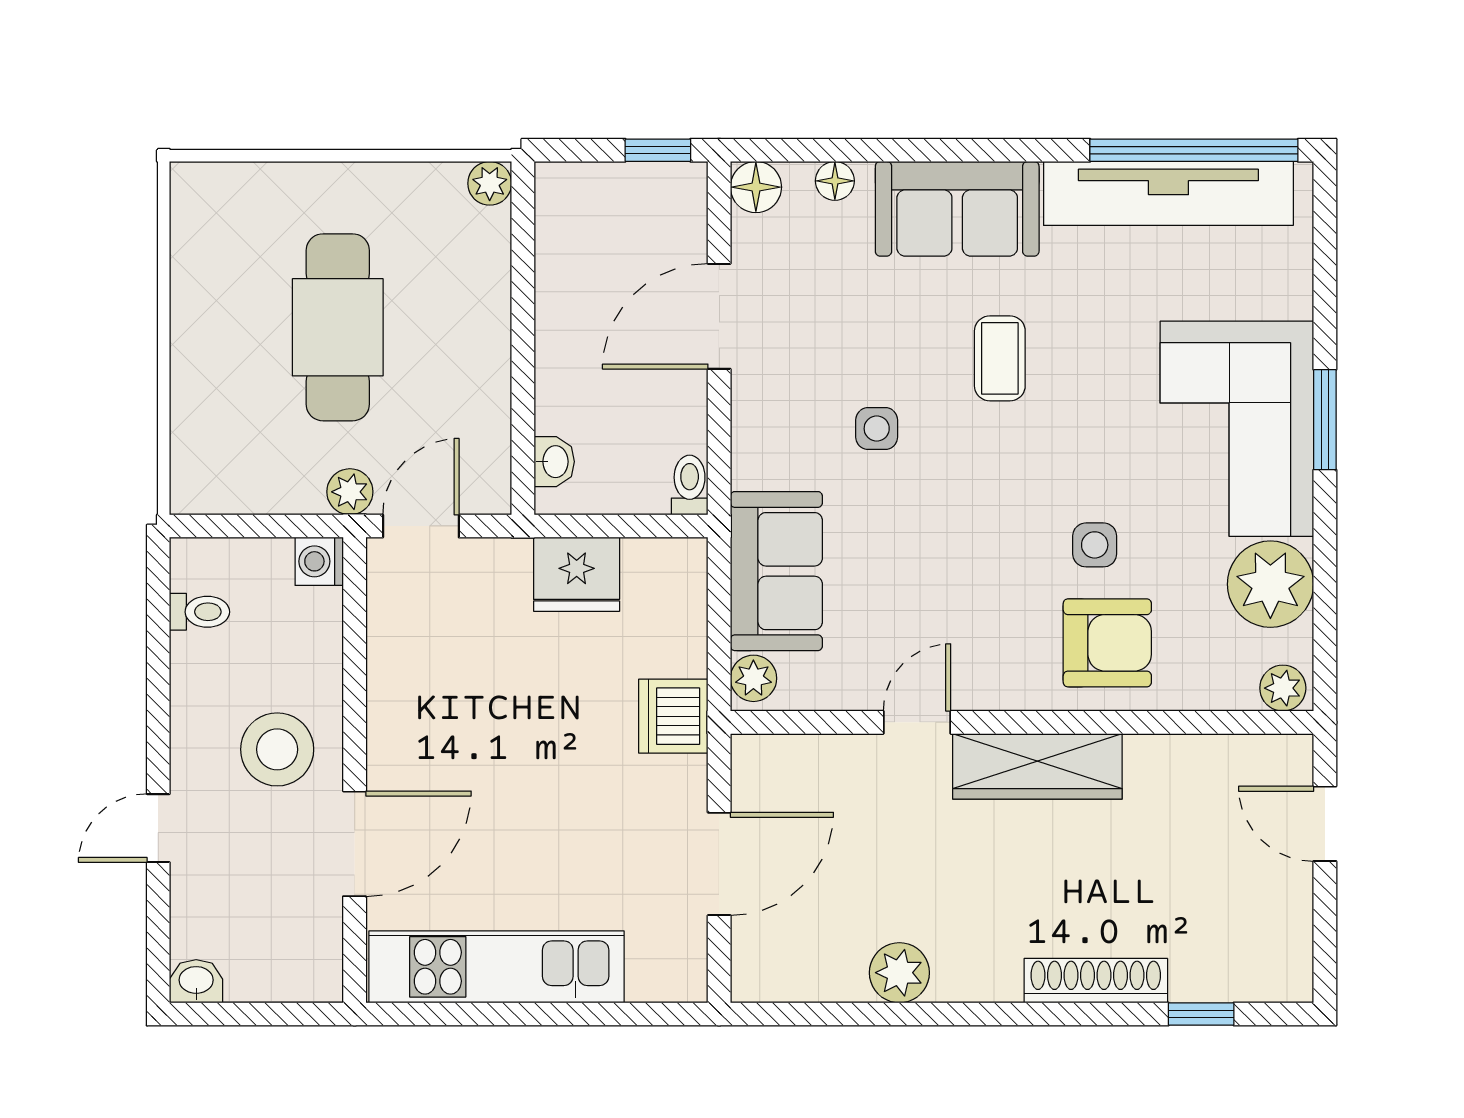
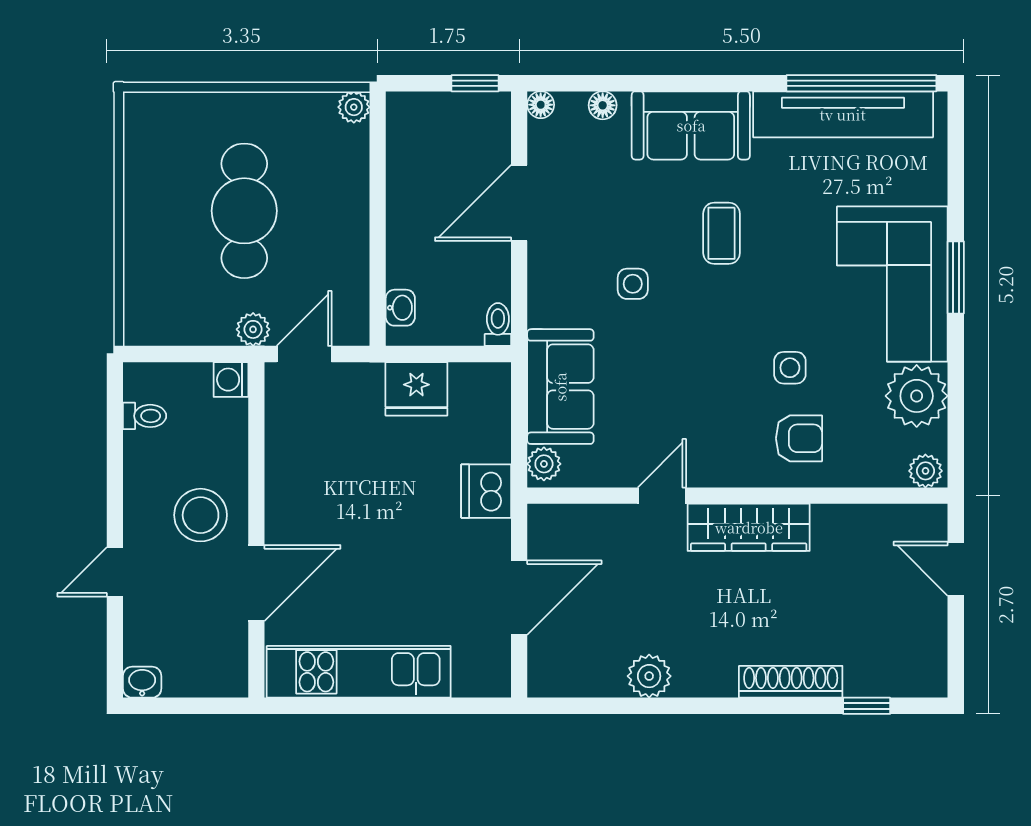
floor lamp: (756, 187) -> (541, 105), width x0.73, depth x0.73
armchair: (1107, 643) -> (799, 438), width x0.72, depth x0.72

